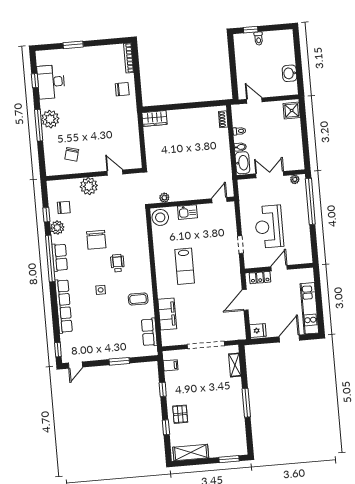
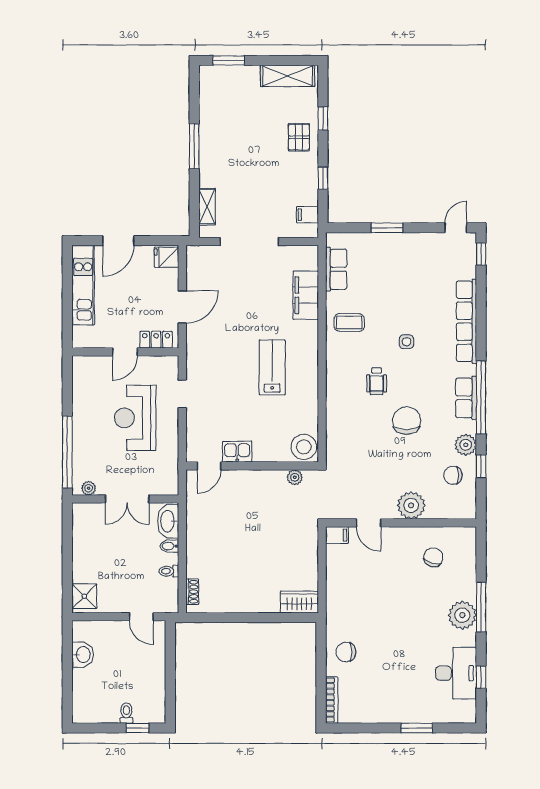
filing cabinet: (134, 163) -> (337, 535), added
kitchen sink: (187, 212) -> (237, 452), moved
reception desk: (269, 227) -> (135, 418), turned 180

